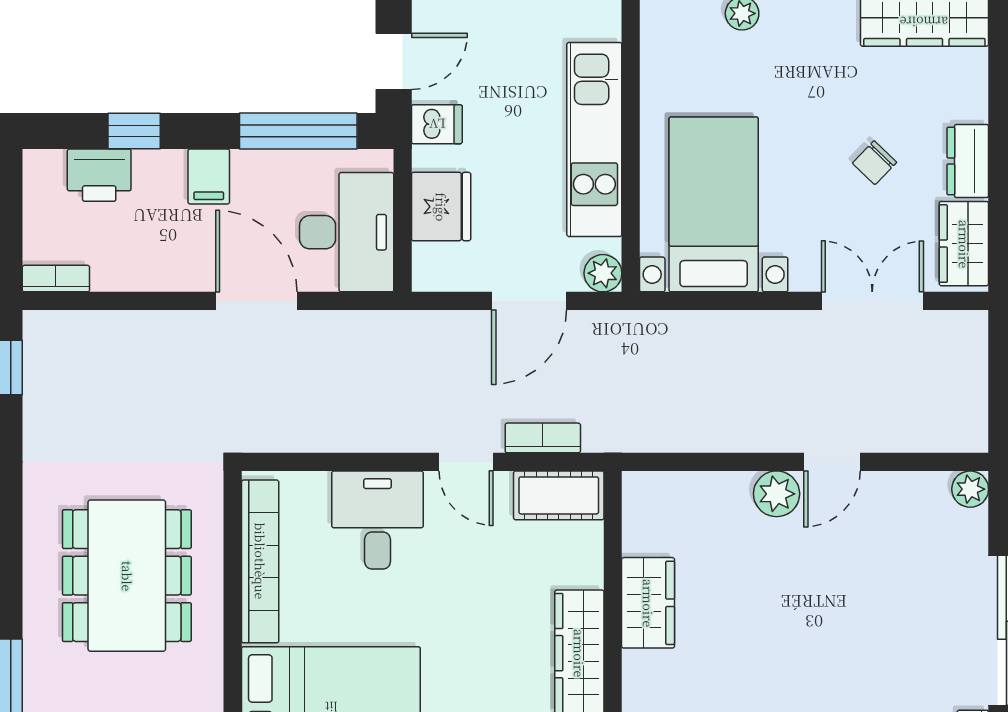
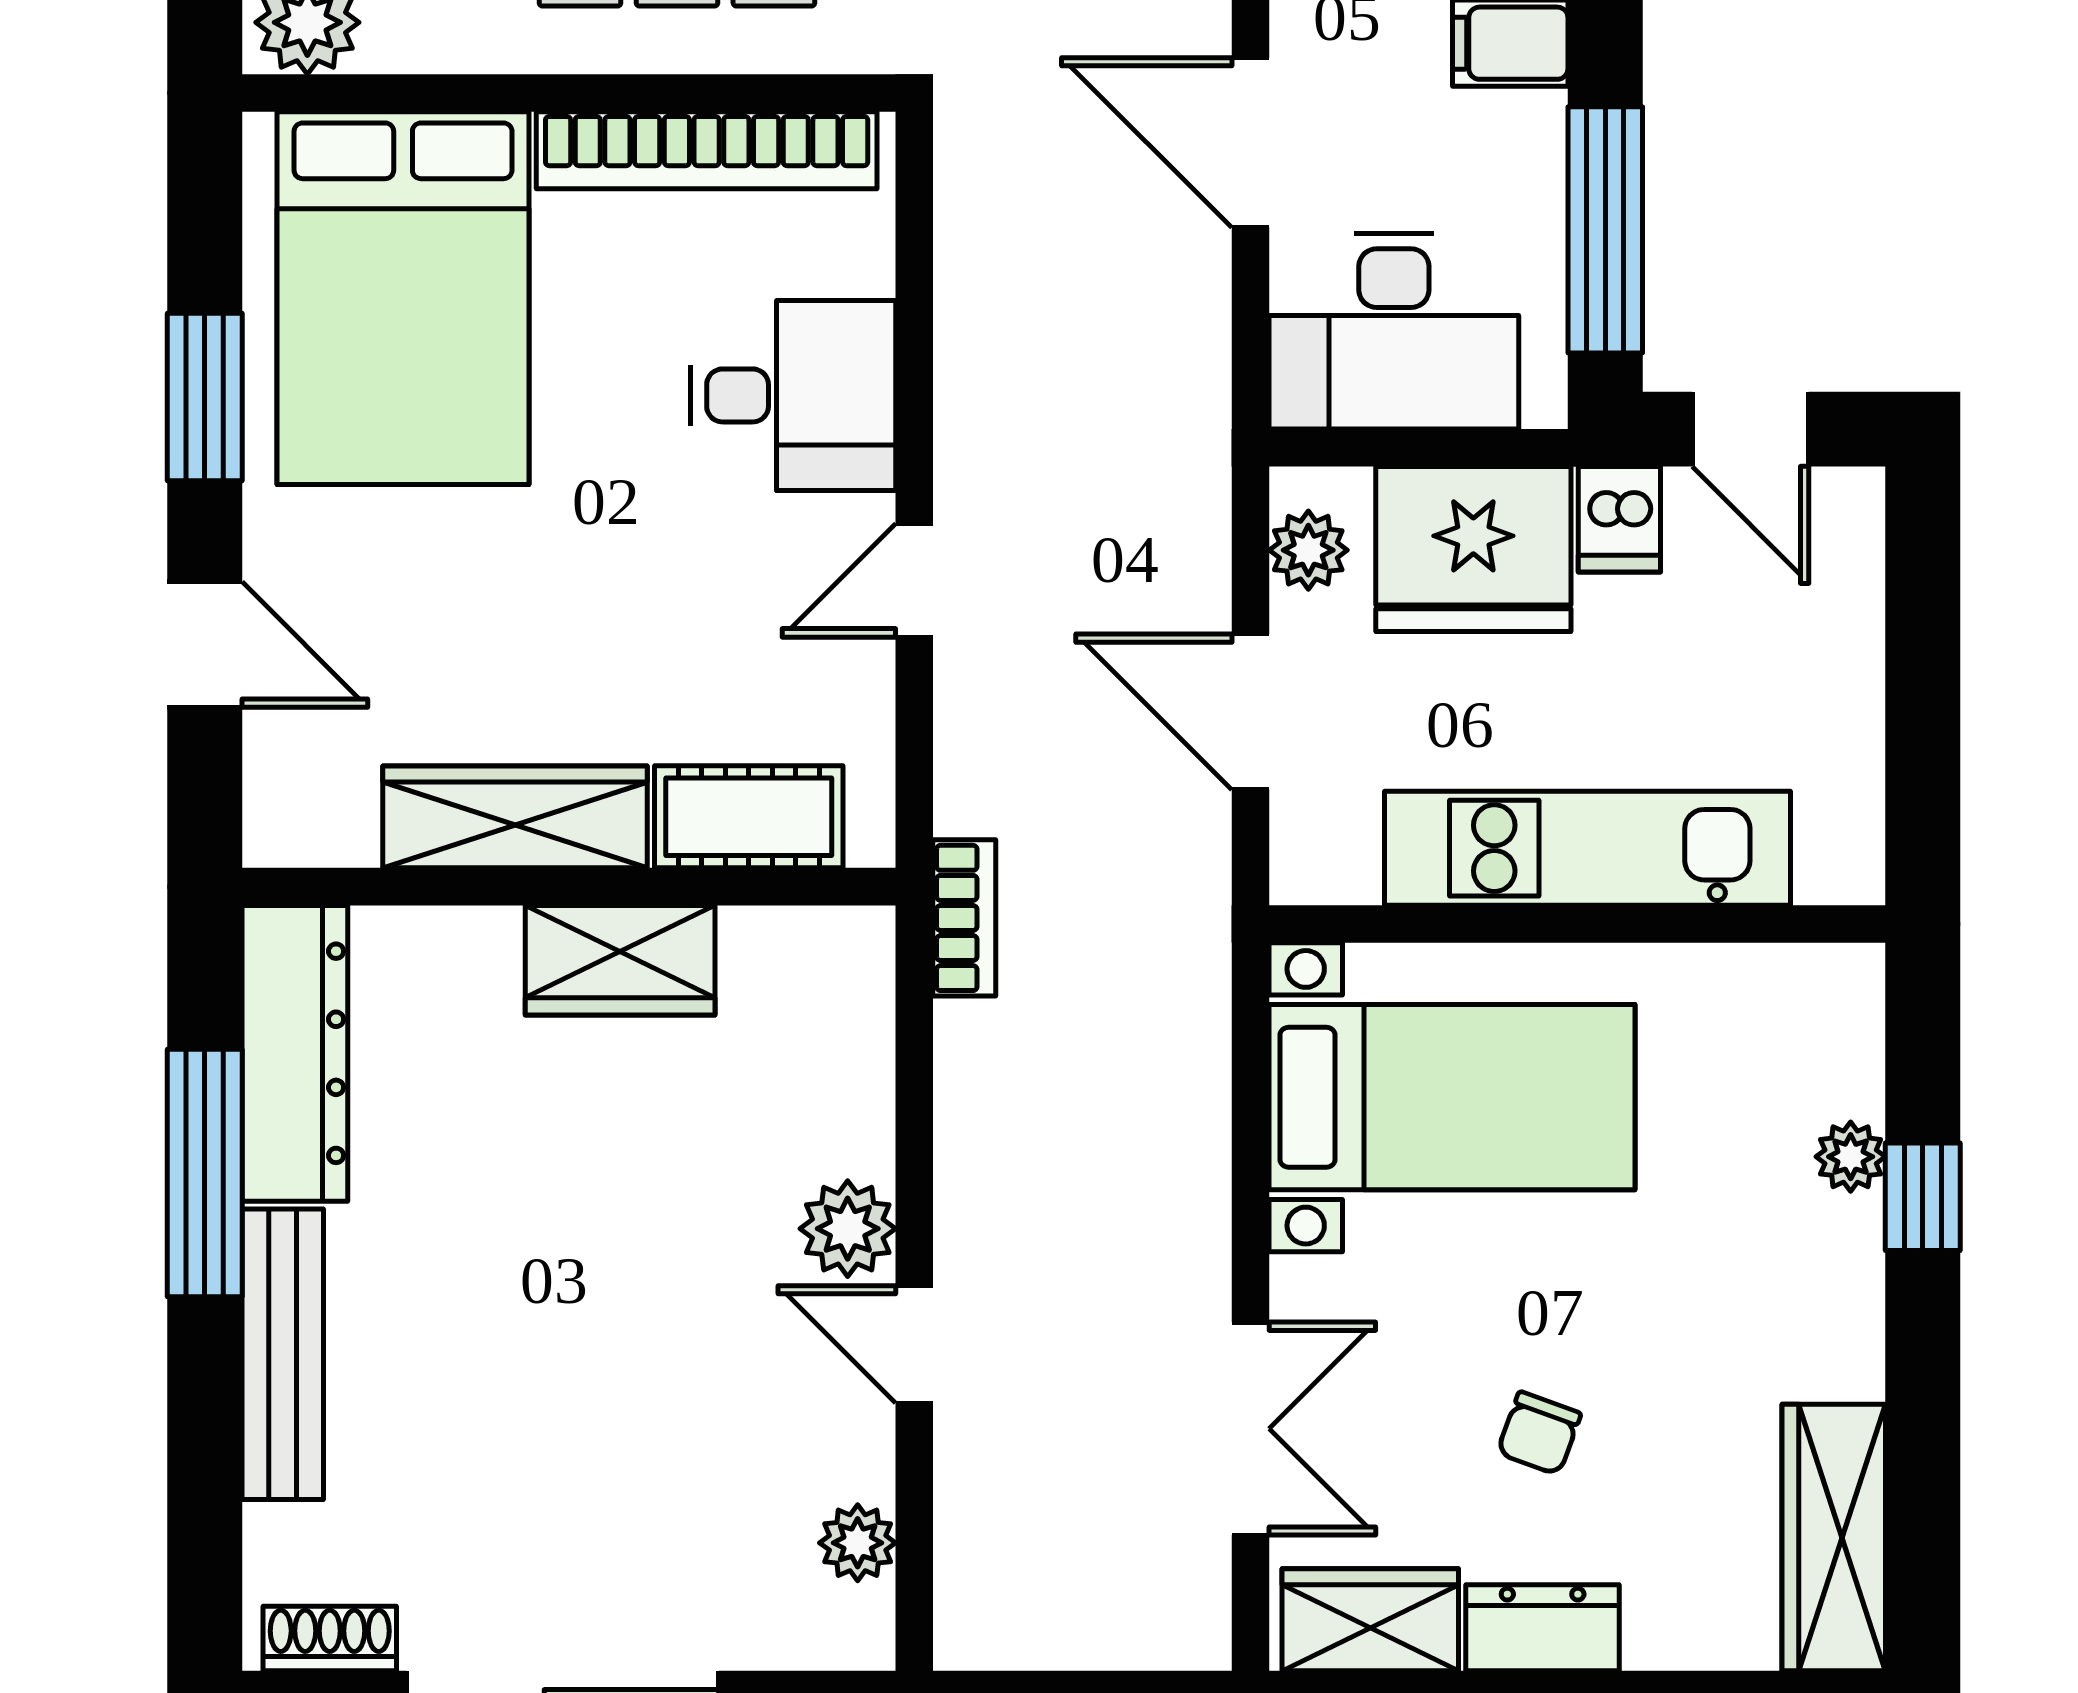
chair: (875, 163) -> (1539, 1433), turned -114
fridge: (441, 207) -> (1473, 549), width x1.36, depth x1.34
plant: (603, 273) -> (1308, 550), moved
door: (256, 301) -> (1250, 143), swing flipped
bookcase: (543, 438) -> (964, 918), moved
plant: (970, 489) -> (858, 1543), moved
cot: (559, 495) -> (749, 817), moved, turned 90

